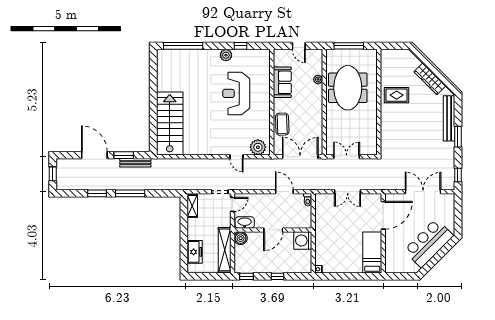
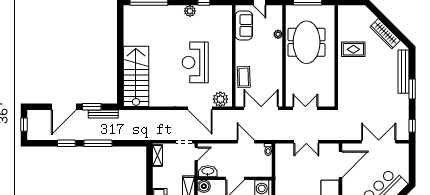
sofa: (282, 82) -> (244, 26), moved
reception desk: (236, 93) -> (195, 62), moved
door: (94, 155) -> (64, 107), swing flipped
door: (236, 157) -> (200, 108), width x1.87

